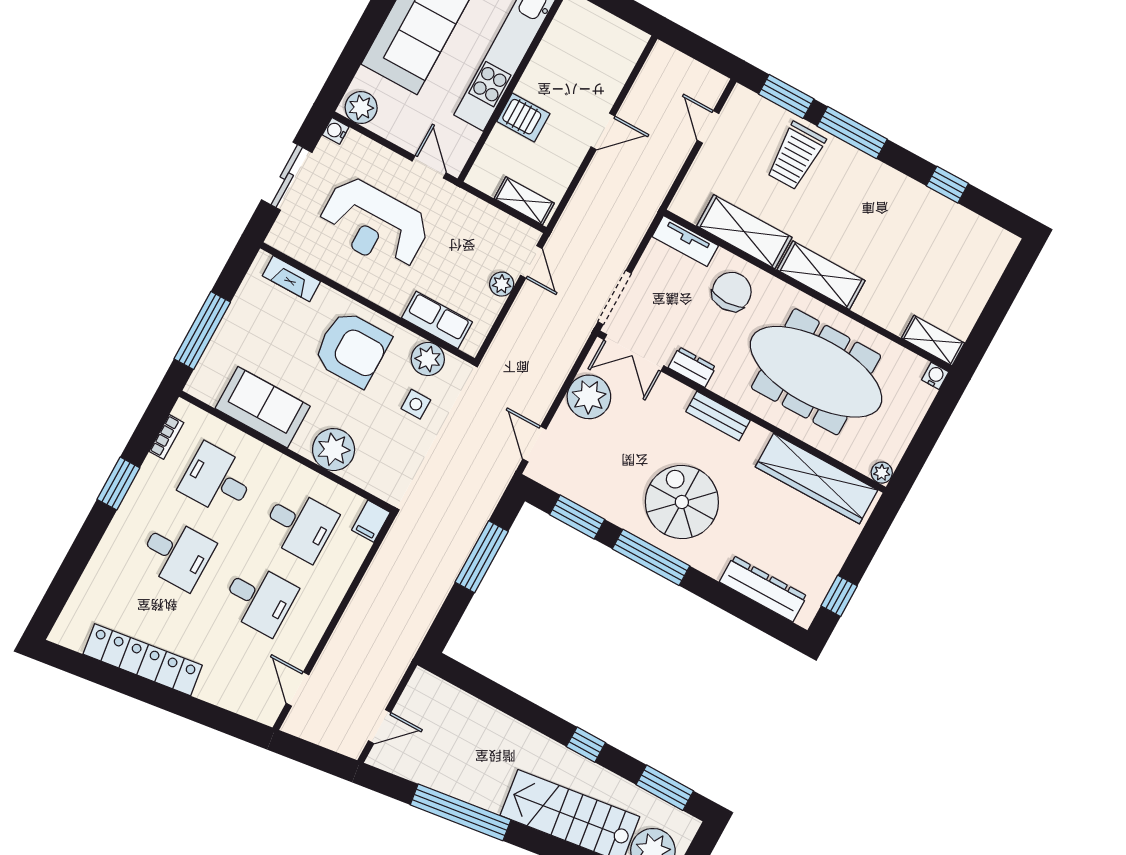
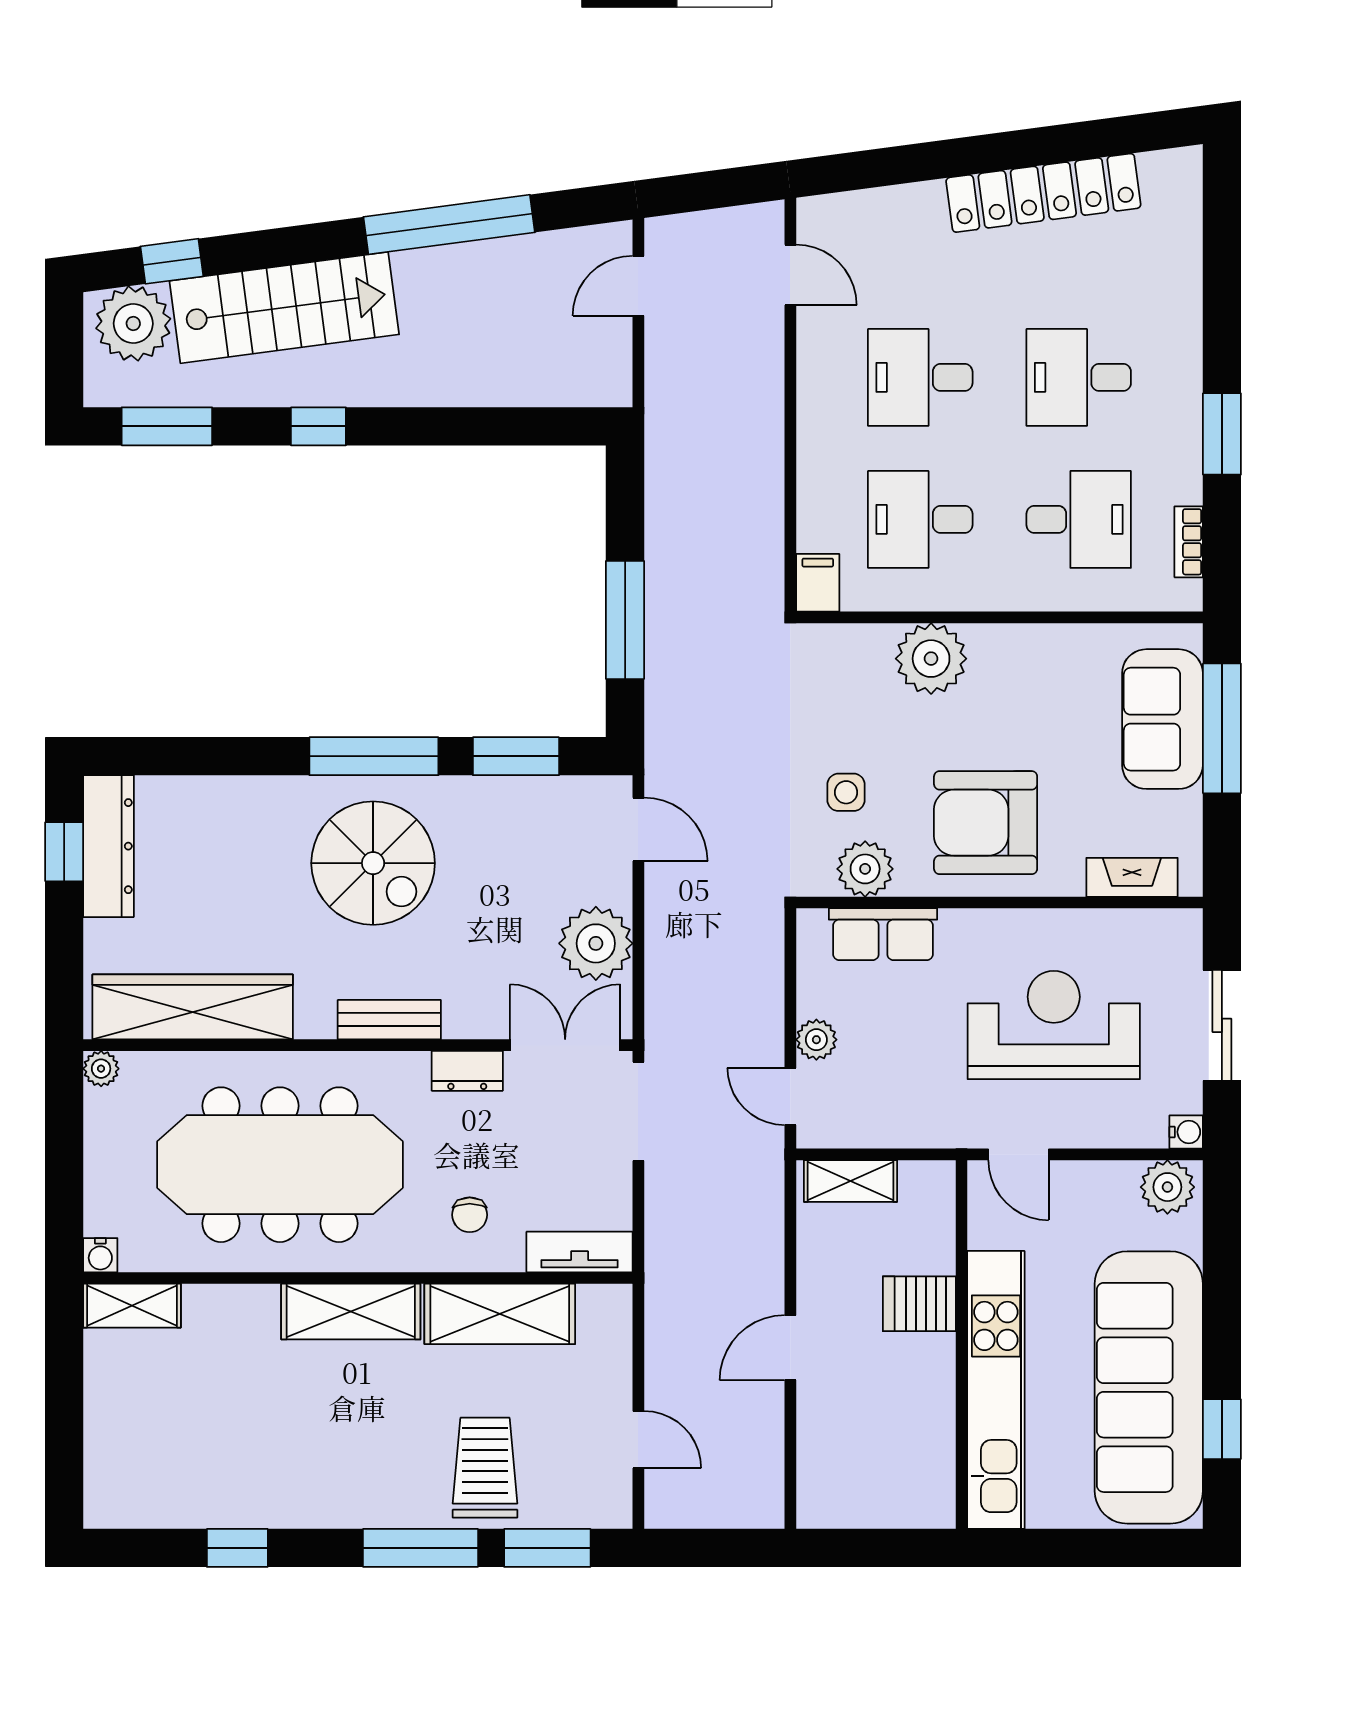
chair: (732, 292) -> (470, 1215), width x0.54, depth x0.54
sofa: (263, 407) -> (1162, 719), moved, turned 90
dresser: (763, 589) -> (109, 846), moved, turned -90

